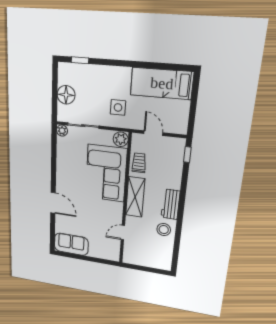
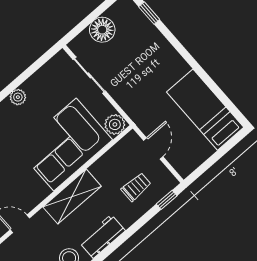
side table: (118, 107) -> (142, 92), removed
plant: (62, 131) -> (18, 97), moved
trolley: (139, 163) -> (136, 187), moved

